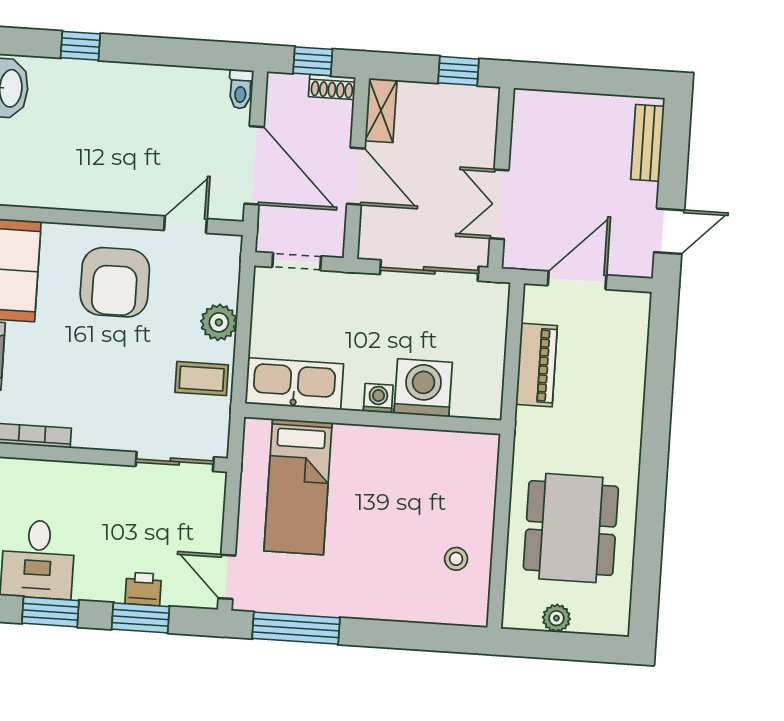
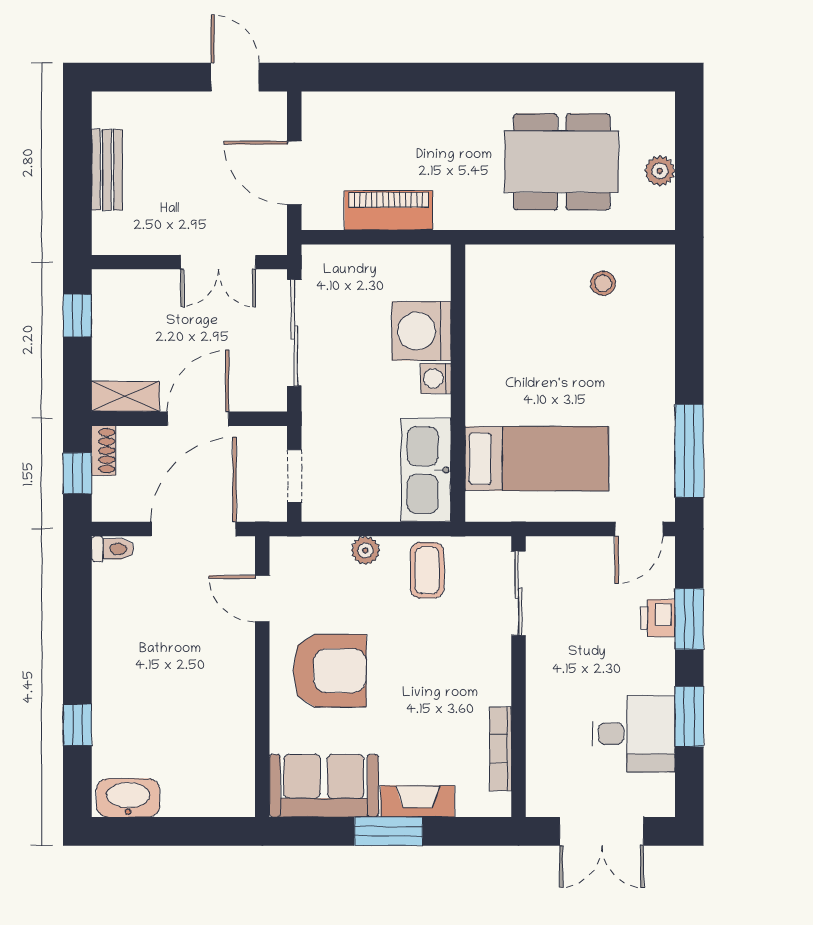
bench: (647, 143) -> (107, 170), moved, turned 90
plant: (219, 322) -> (365, 550), width x0.73, depth x0.73

